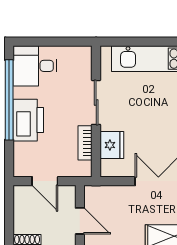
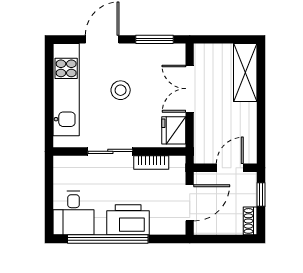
stool: (157, 113) -> (121, 90), added
fridge: (112, 145) -> (174, 130), moved, turned -90
door: (45, 181) -> (190, 203), width x1.38

